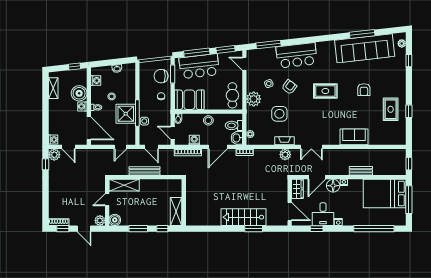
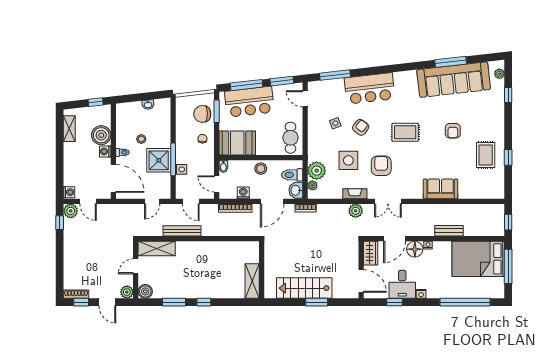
washing machine: (96, 80) -> (122, 119), removed
plant: (254, 99) -> (317, 171), moved
armchair: (306, 118) -> (381, 166), added
wall: (184, 202) -> (262, 270), moved
shelving: (176, 212) -> (252, 281), moved

